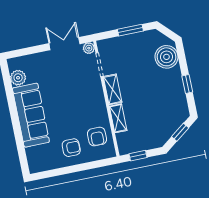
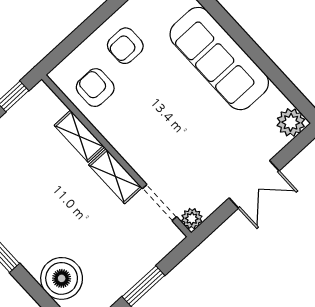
double door: (64, 44) -> (254, 184), moved
plant: (18, 78) -> (291, 122), moved

